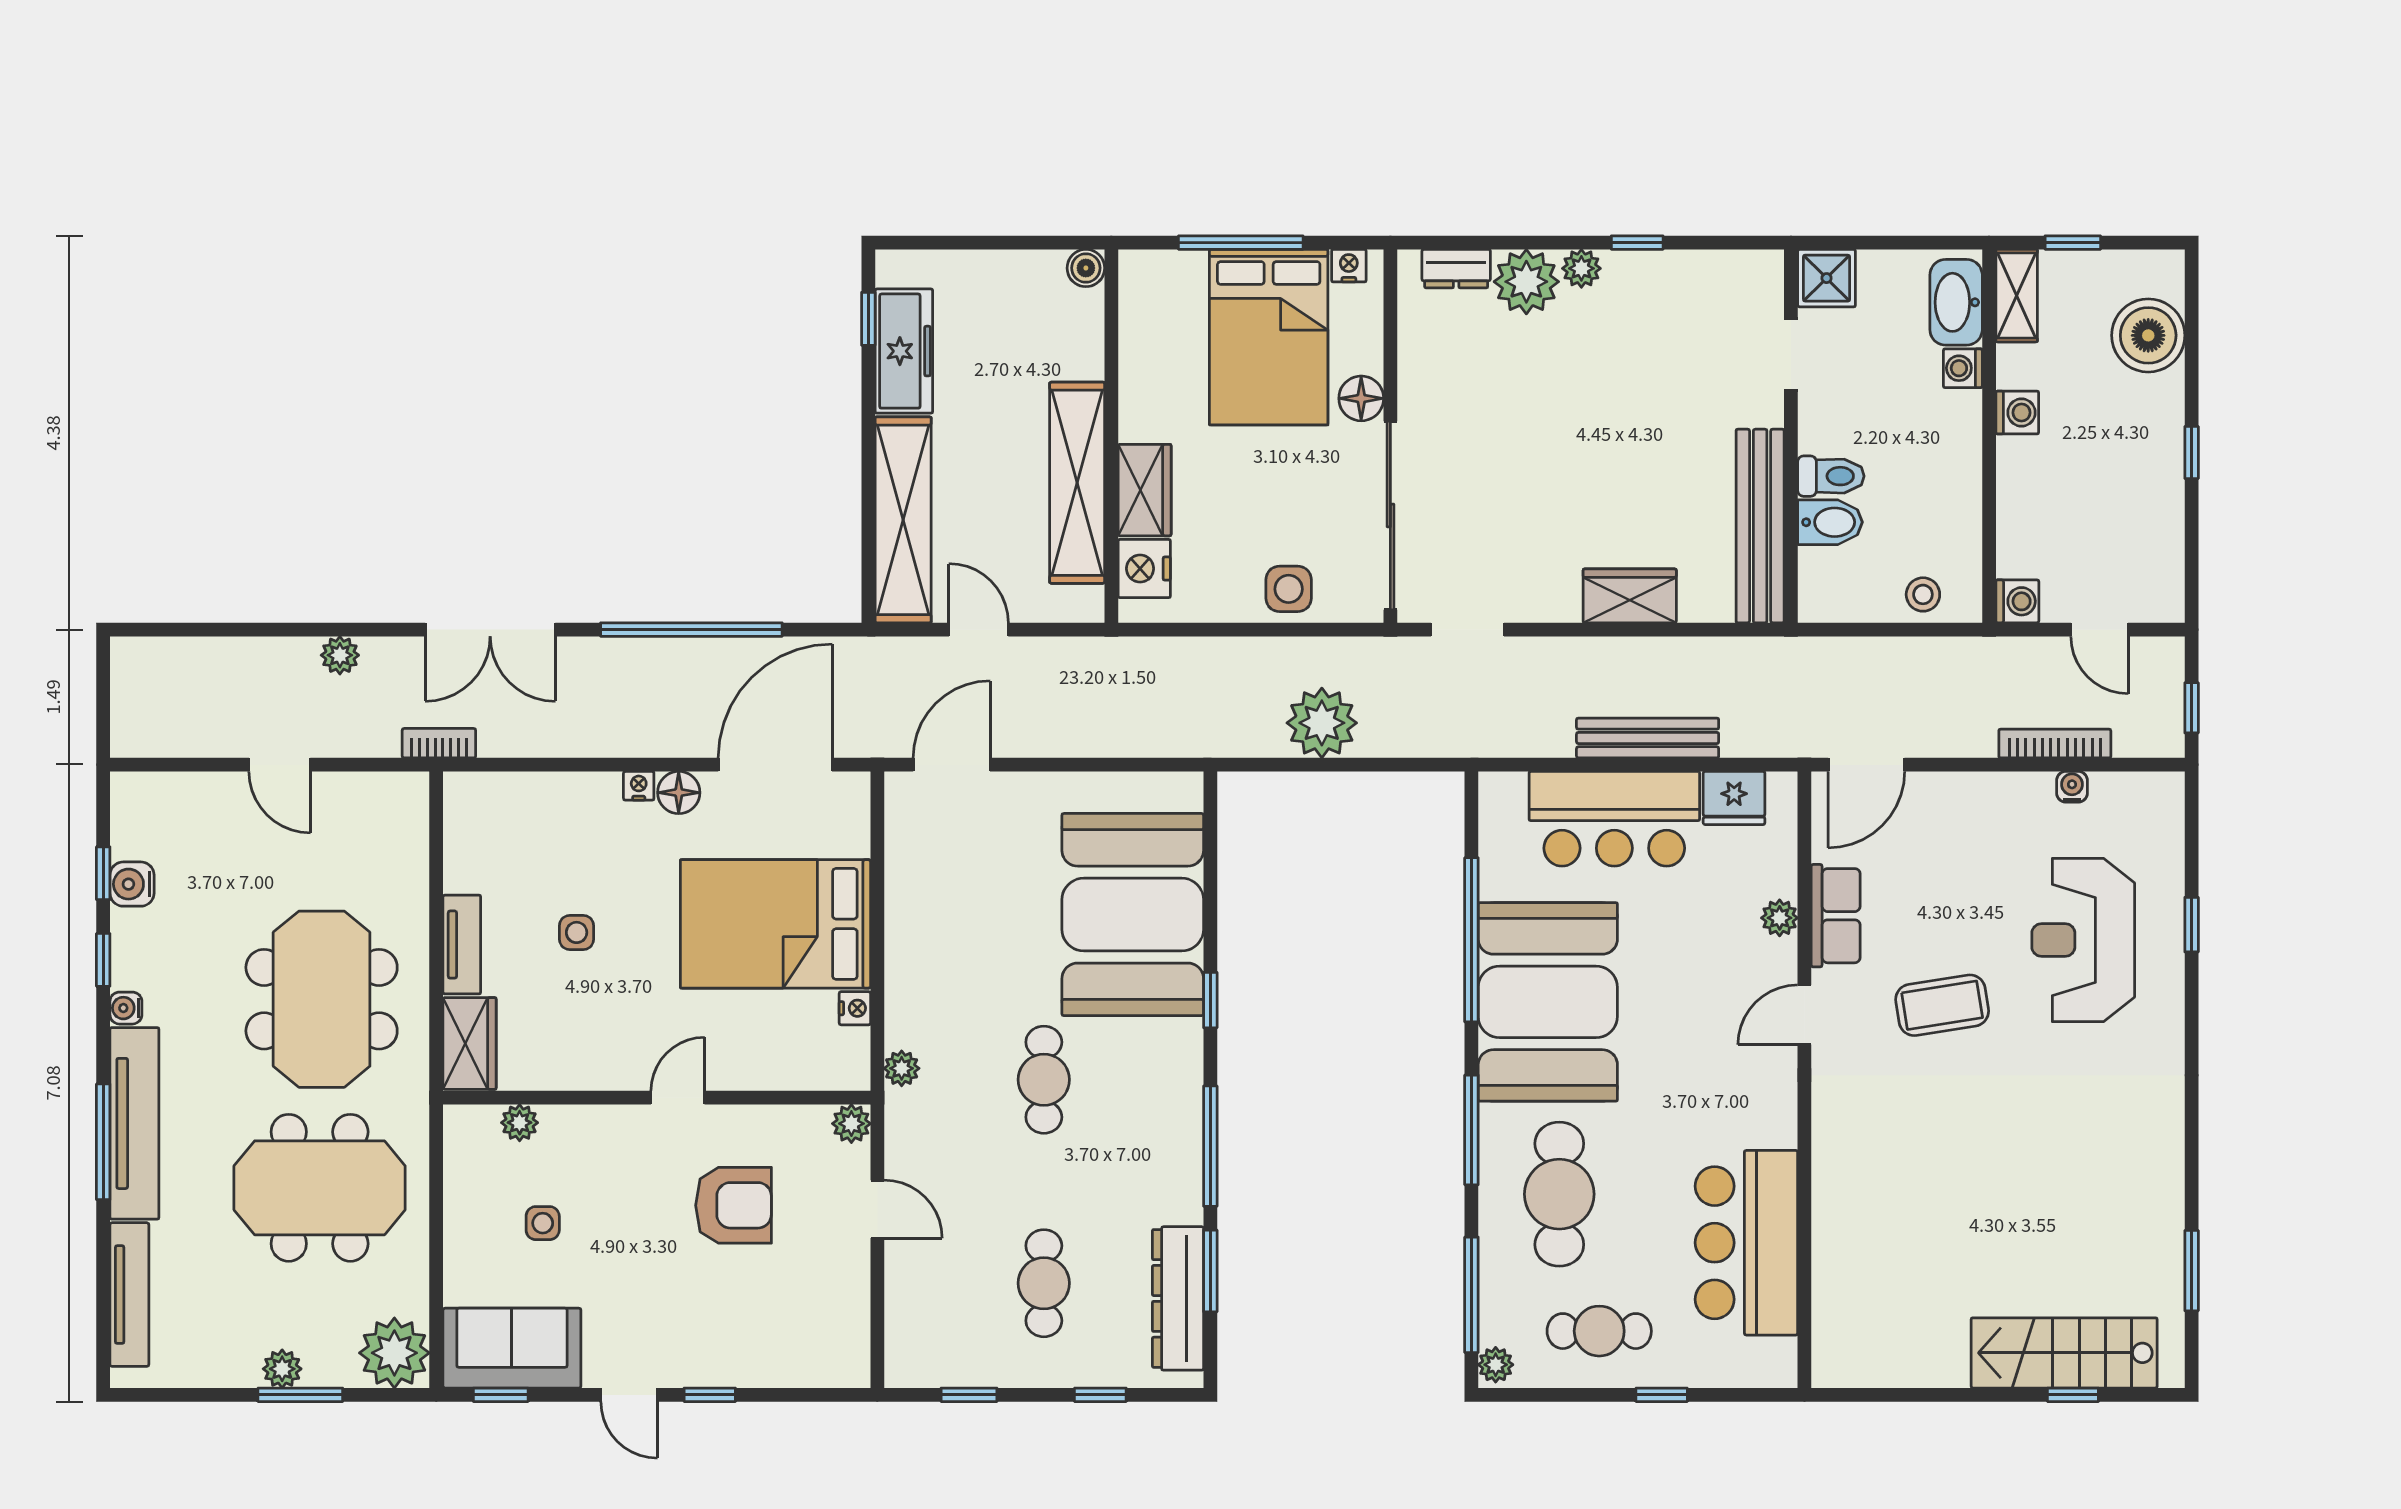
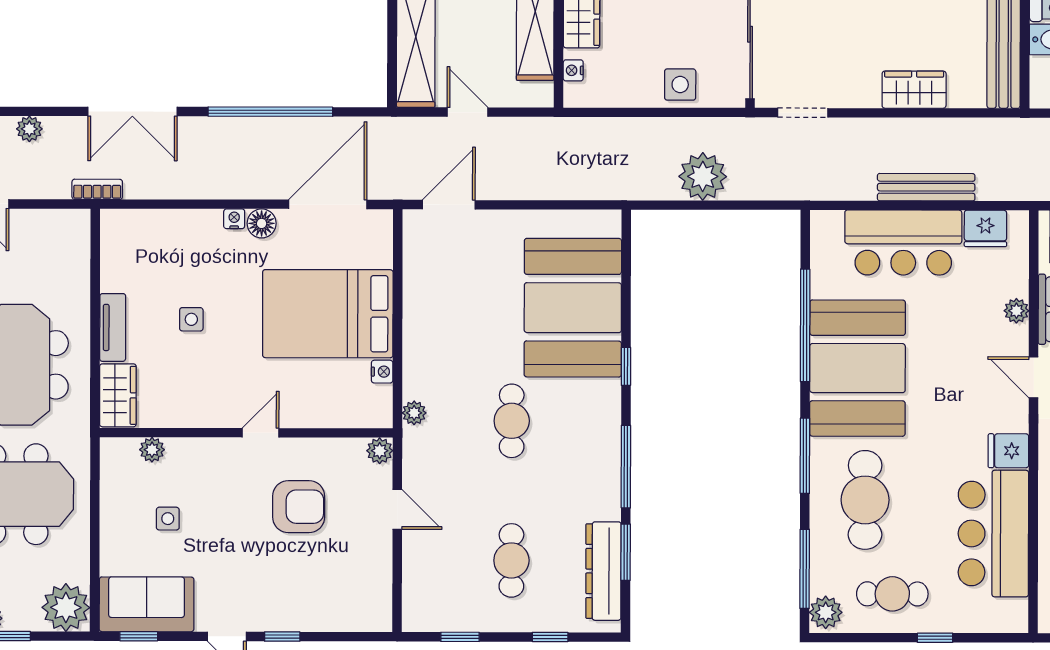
nightstand: (1144, 569) -> (573, 70), width x0.53, depth x0.56
door: (1804, 1015) -> (1033, 377), hinge flipped
fridge: (1768, 1122) -> (1008, 451), added
plant: (1496, 1365) -> (826, 612), width x1.38, depth x1.38

